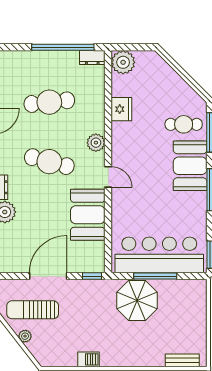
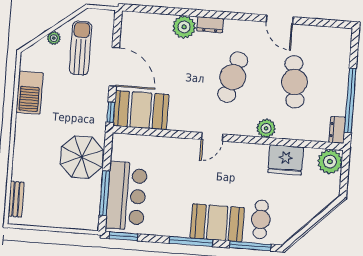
fridge: (121, 109) -> (286, 160), width x1.36, depth x1.34
plant: (96, 143) -> (266, 128), moved
booth: (88, 215) -> (141, 110), moved
bar counter: (159, 255) -> (126, 196), width x0.73
window: (155, 276) -> (105, 193), moved
barbecue: (88, 359) -> (29, 93), width x1.88, depth x1.53

